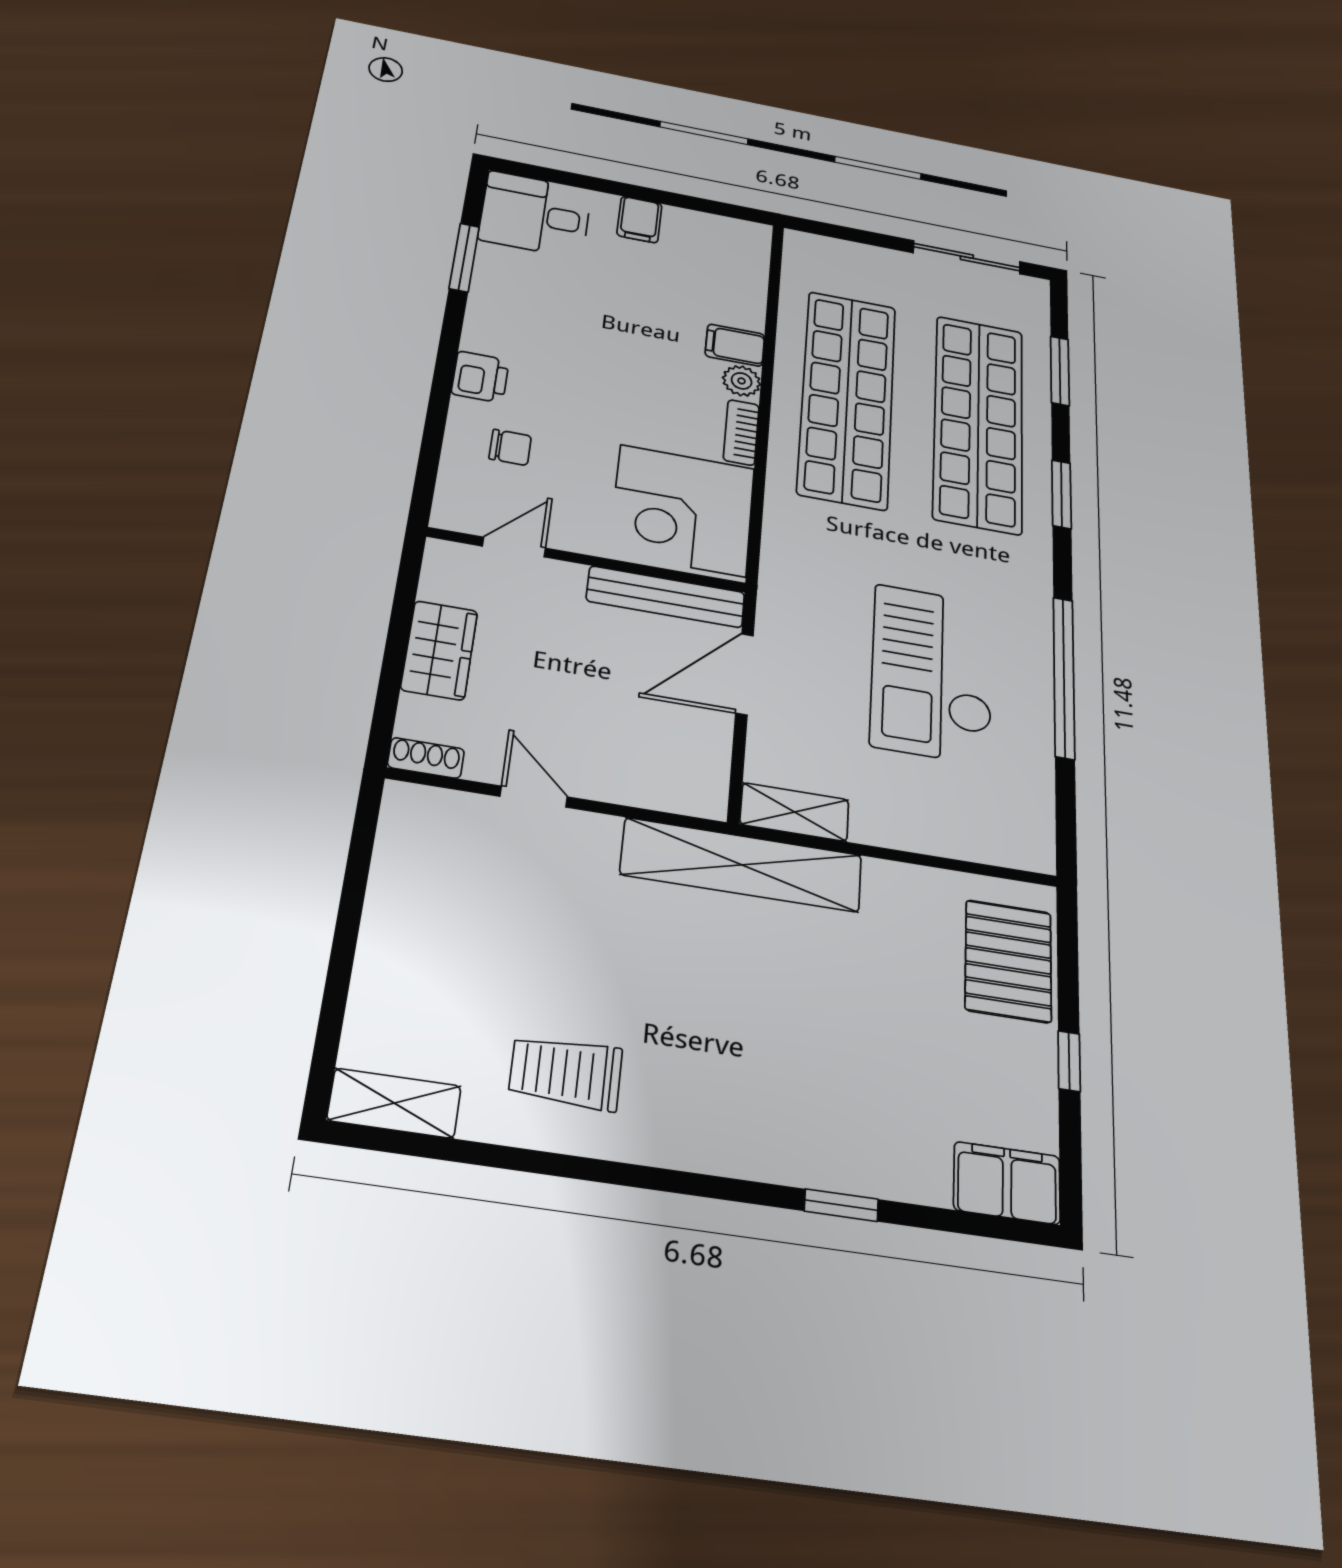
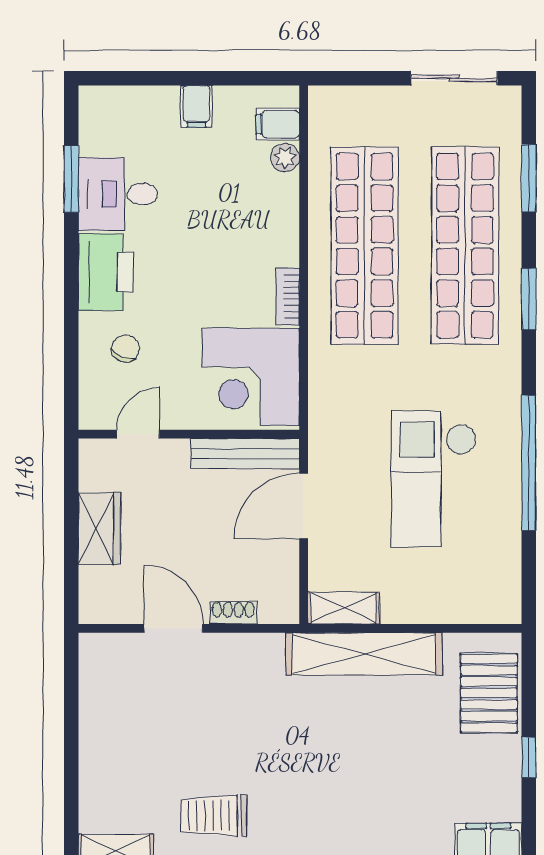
desk: (535, 215) -> (118, 194), moved
filing cabinet: (735, 345) -> (278, 124), moved
printer: (480, 377) -> (106, 272), width x1.87, depth x1.48
plant: (742, 381) -> (285, 158), moved
chair: (510, 447) -> (125, 349), turned -67
shoe rack: (426, 758) -> (233, 613), moved
door: (534, 797) -> (173, 628), width x1.38
shelving: (742, 865) -> (364, 654), moved

